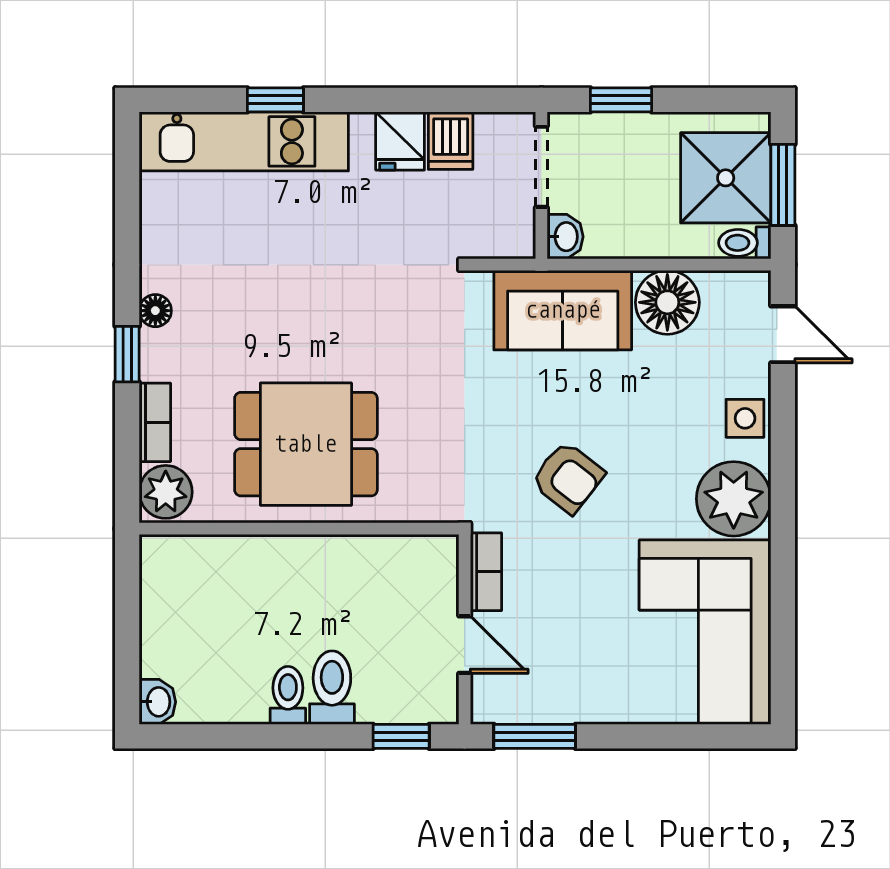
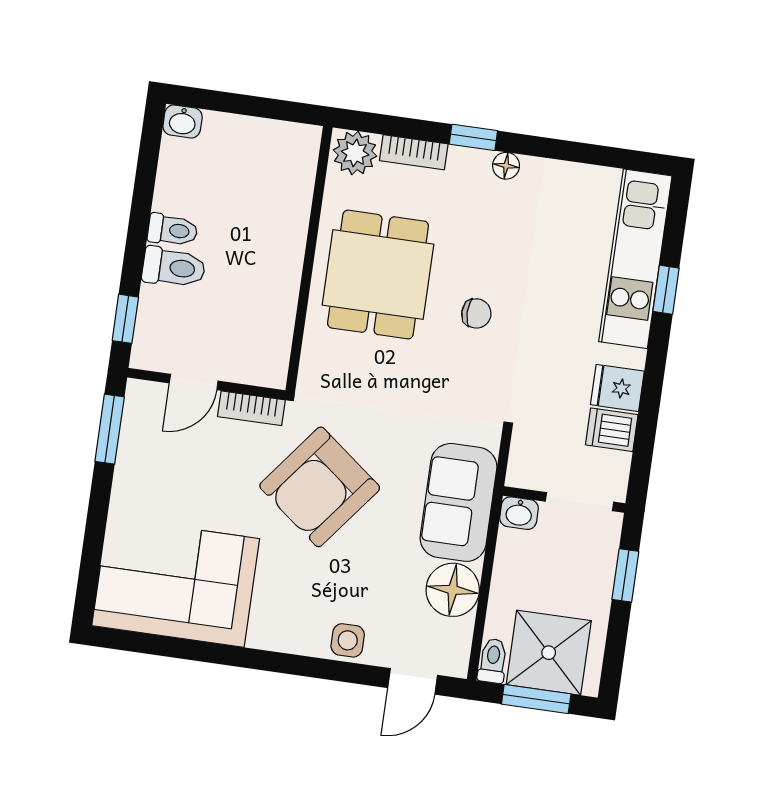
chair: (336, 321) -> (476, 313), added
armchair: (568, 477) -> (320, 487), width x1.88, depth x1.88
plant: (734, 499) -> (283, 621), removed

